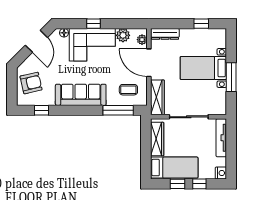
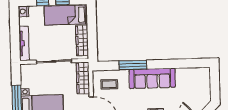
armchair: (31, 83) -> (197, 88), removed
window: (41, 110) -> (187, 63), removed
window: (118, 110) -> (133, 65), moved

